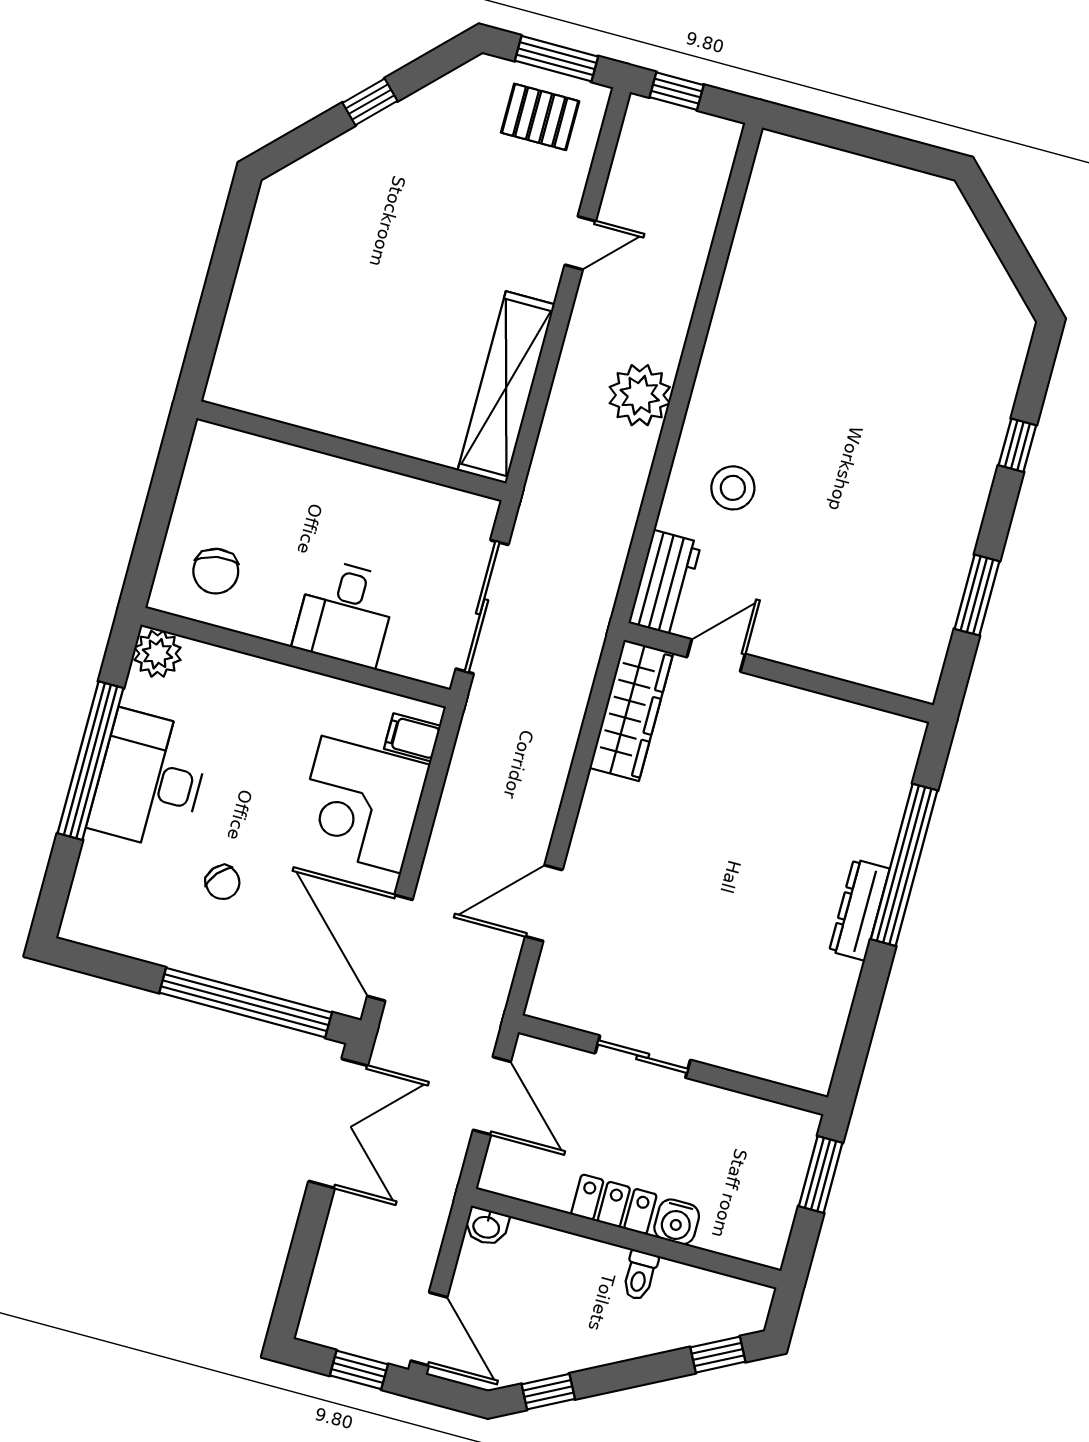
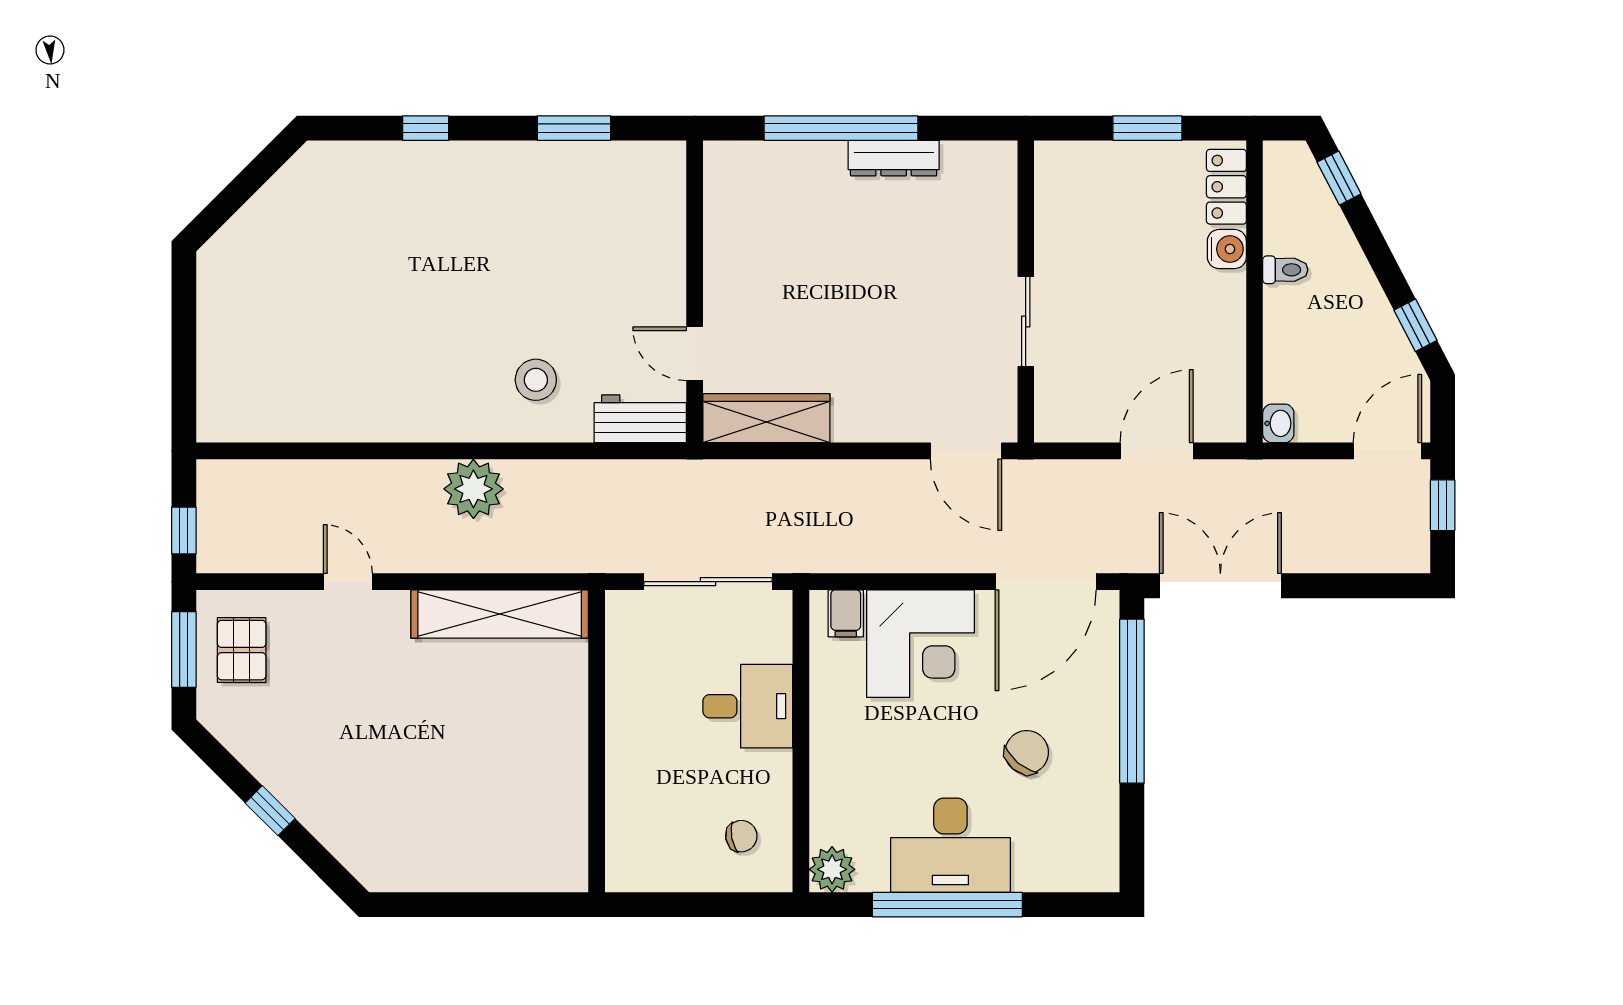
chair: (216, 571) -> (741, 836), width x0.73, depth x0.73
chair: (223, 882) -> (1027, 752), width x1.37, depth x1.37
sliding door: (643, 1057) -> (1026, 321), moved
wall: (673, 1065) -> (1026, 292), moved
locker: (614, 1204) -> (1226, 187), moved

